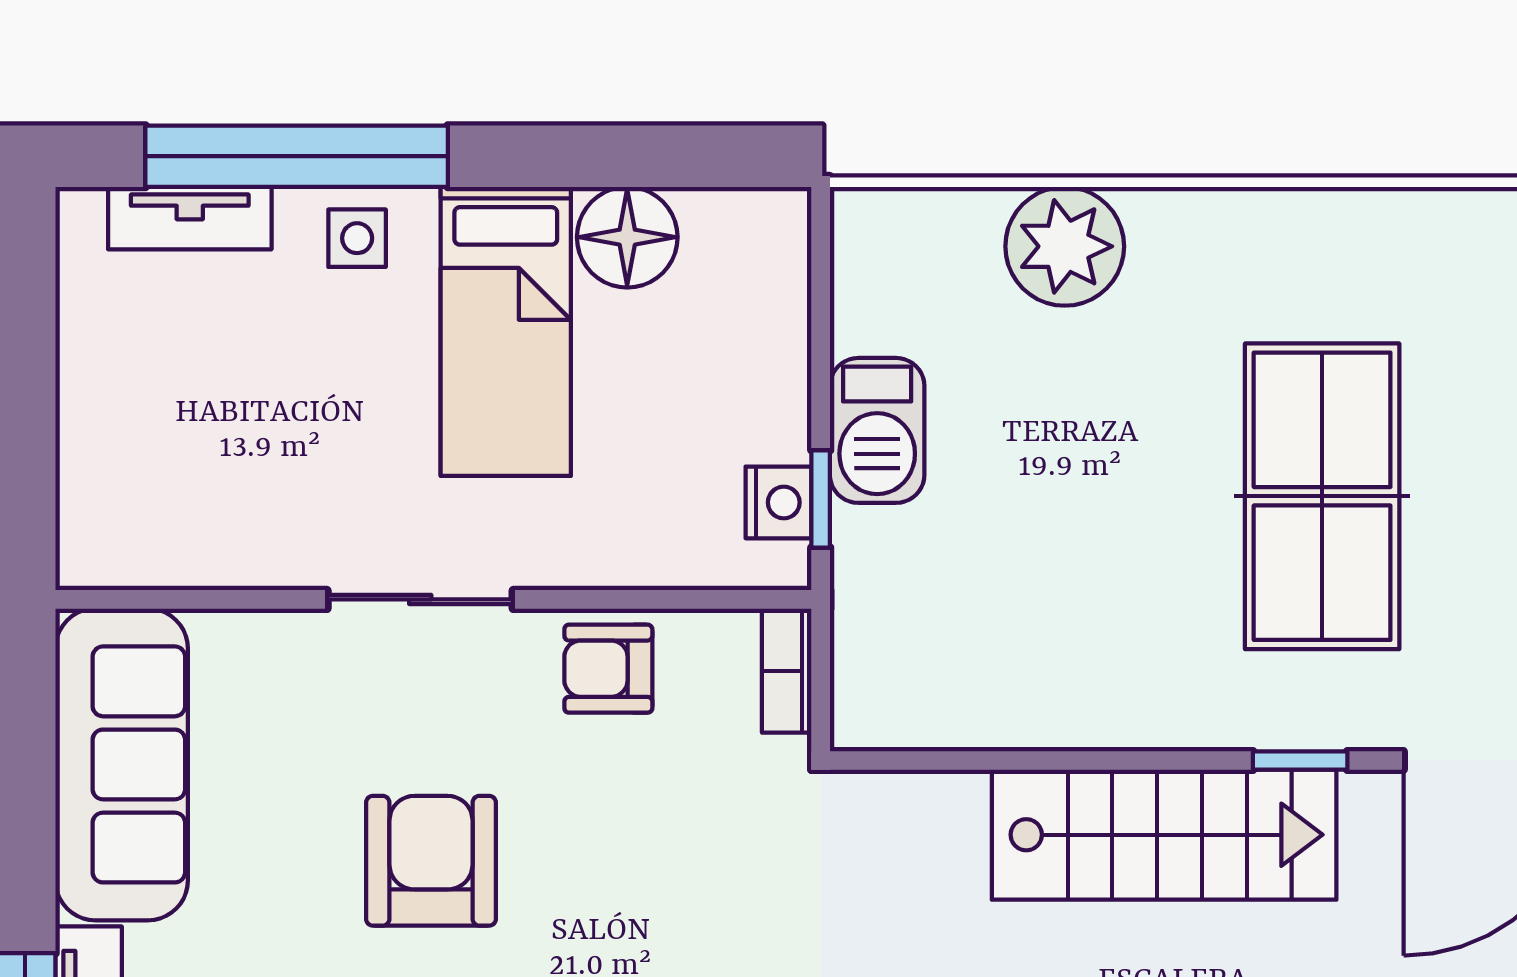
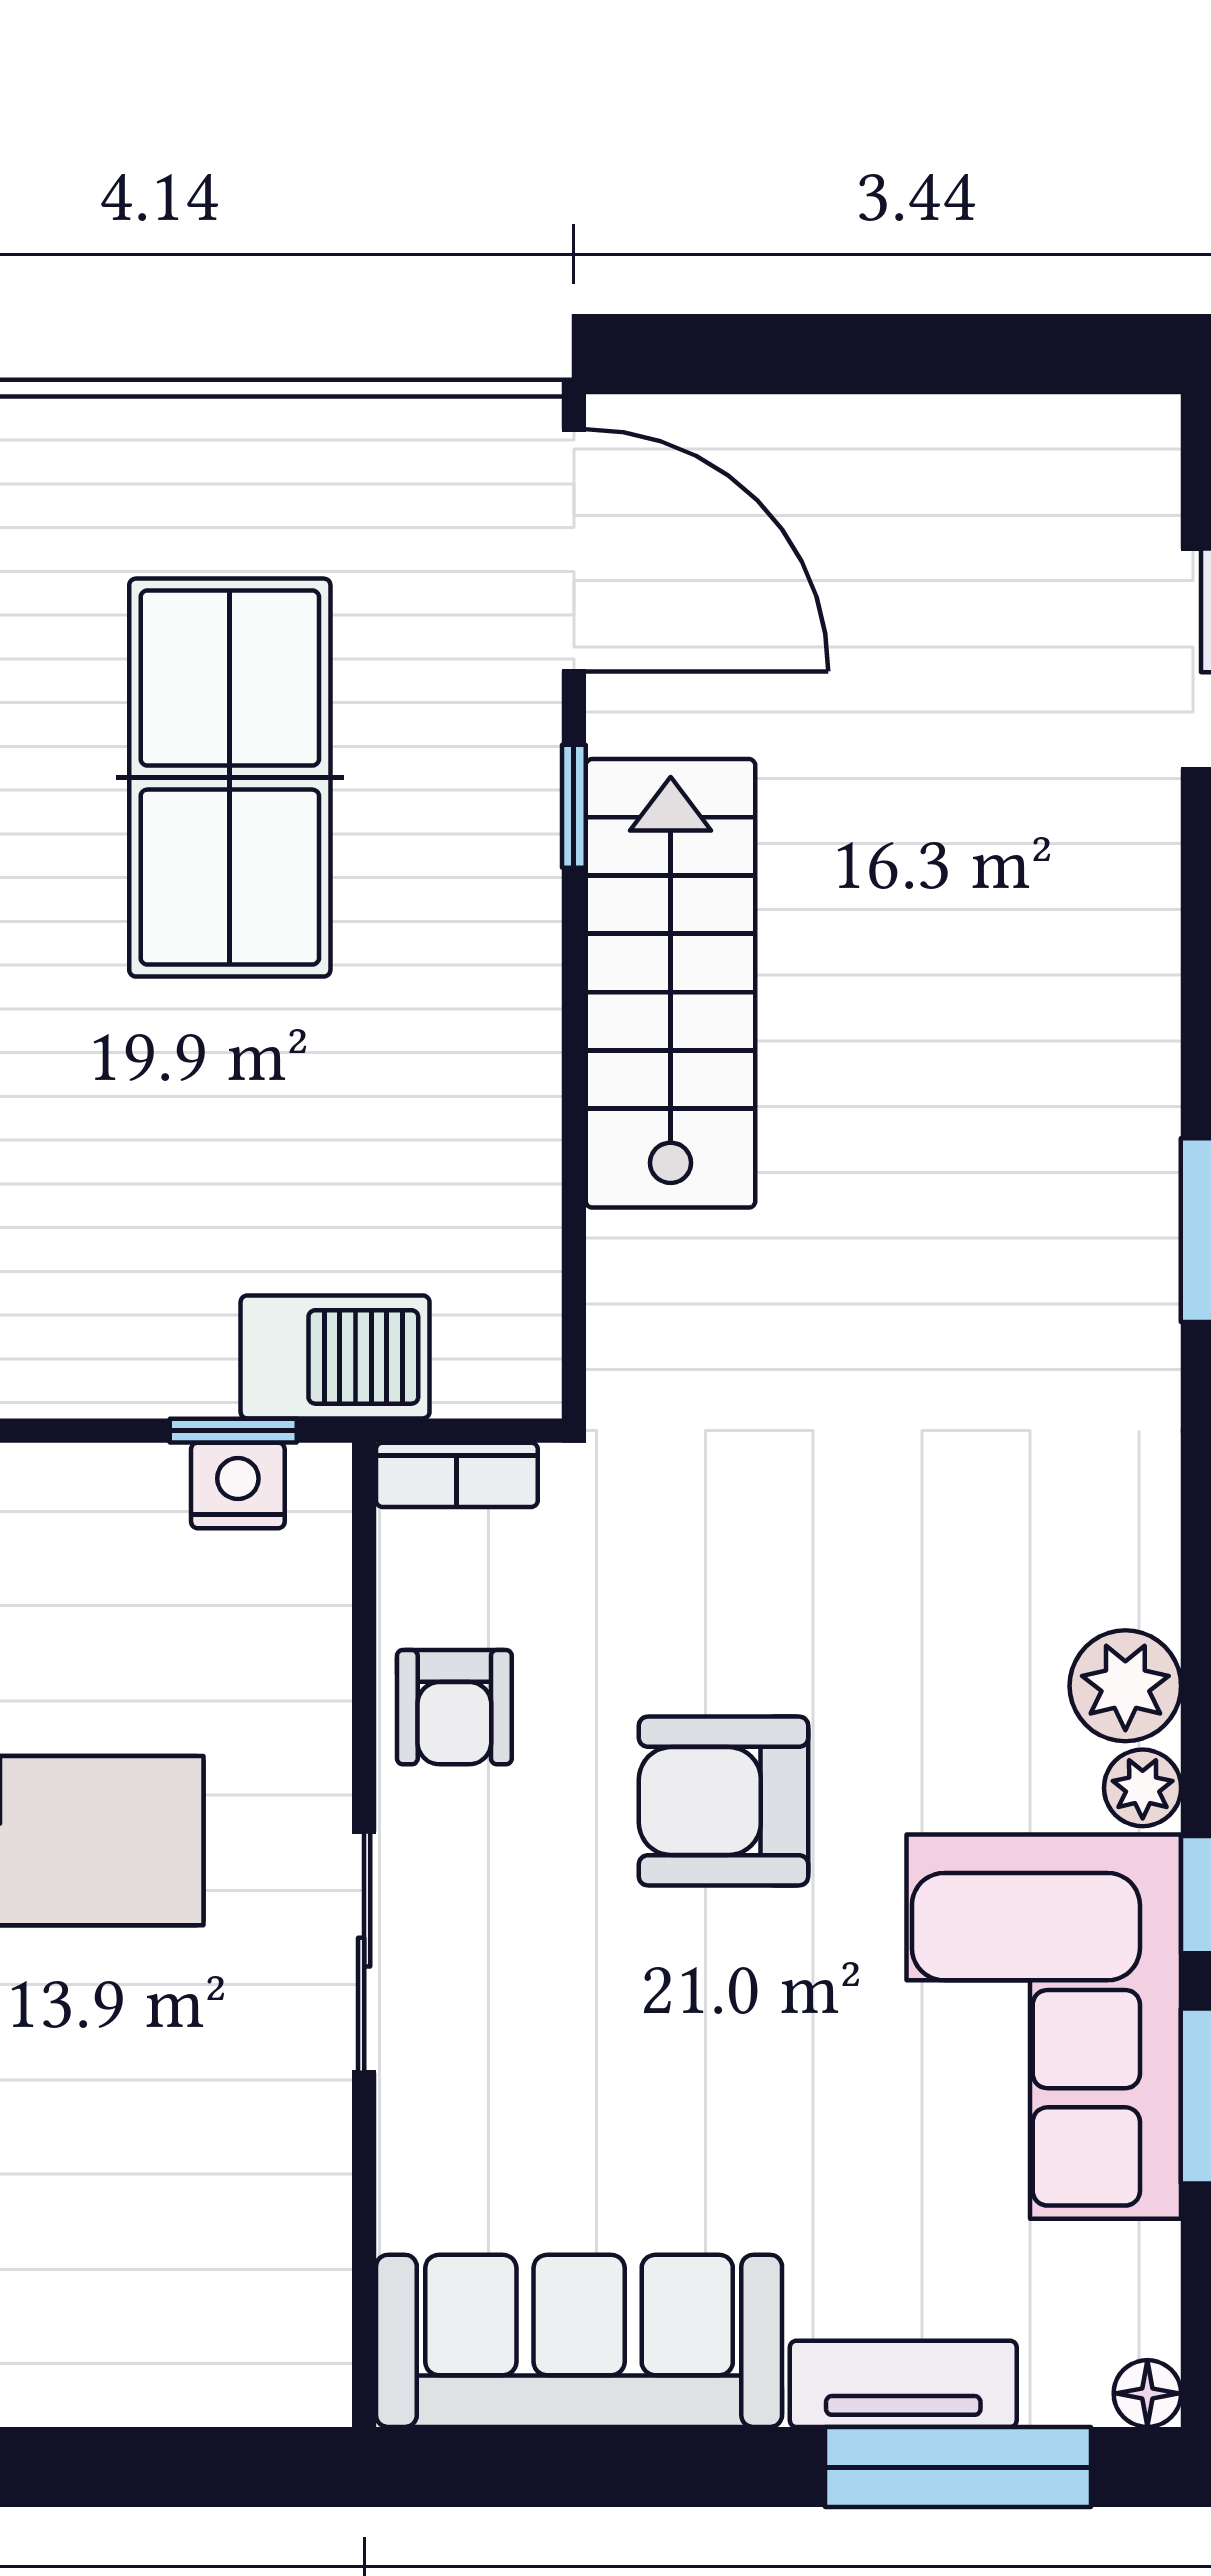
barbecue: (877, 430) -> (335, 1357), moved
table tennis table: (1322, 496) -> (230, 778), turned 90
armchair: (431, 861) -> (724, 1801), moved

